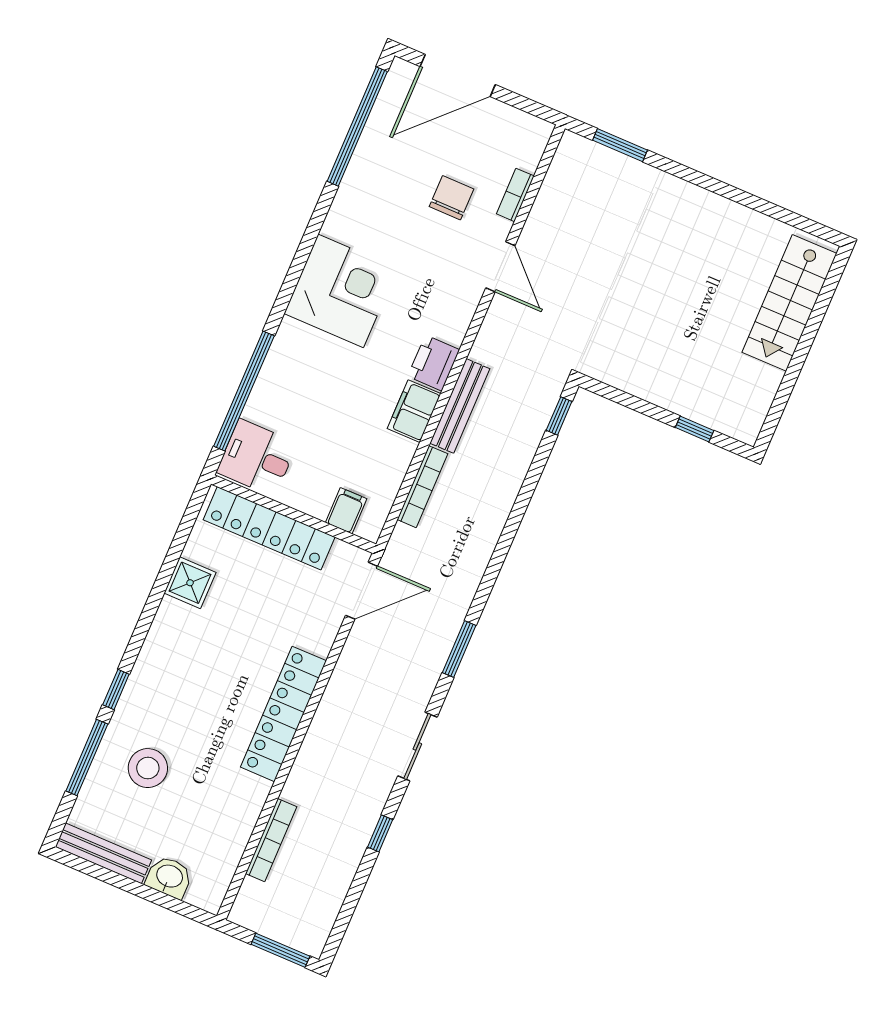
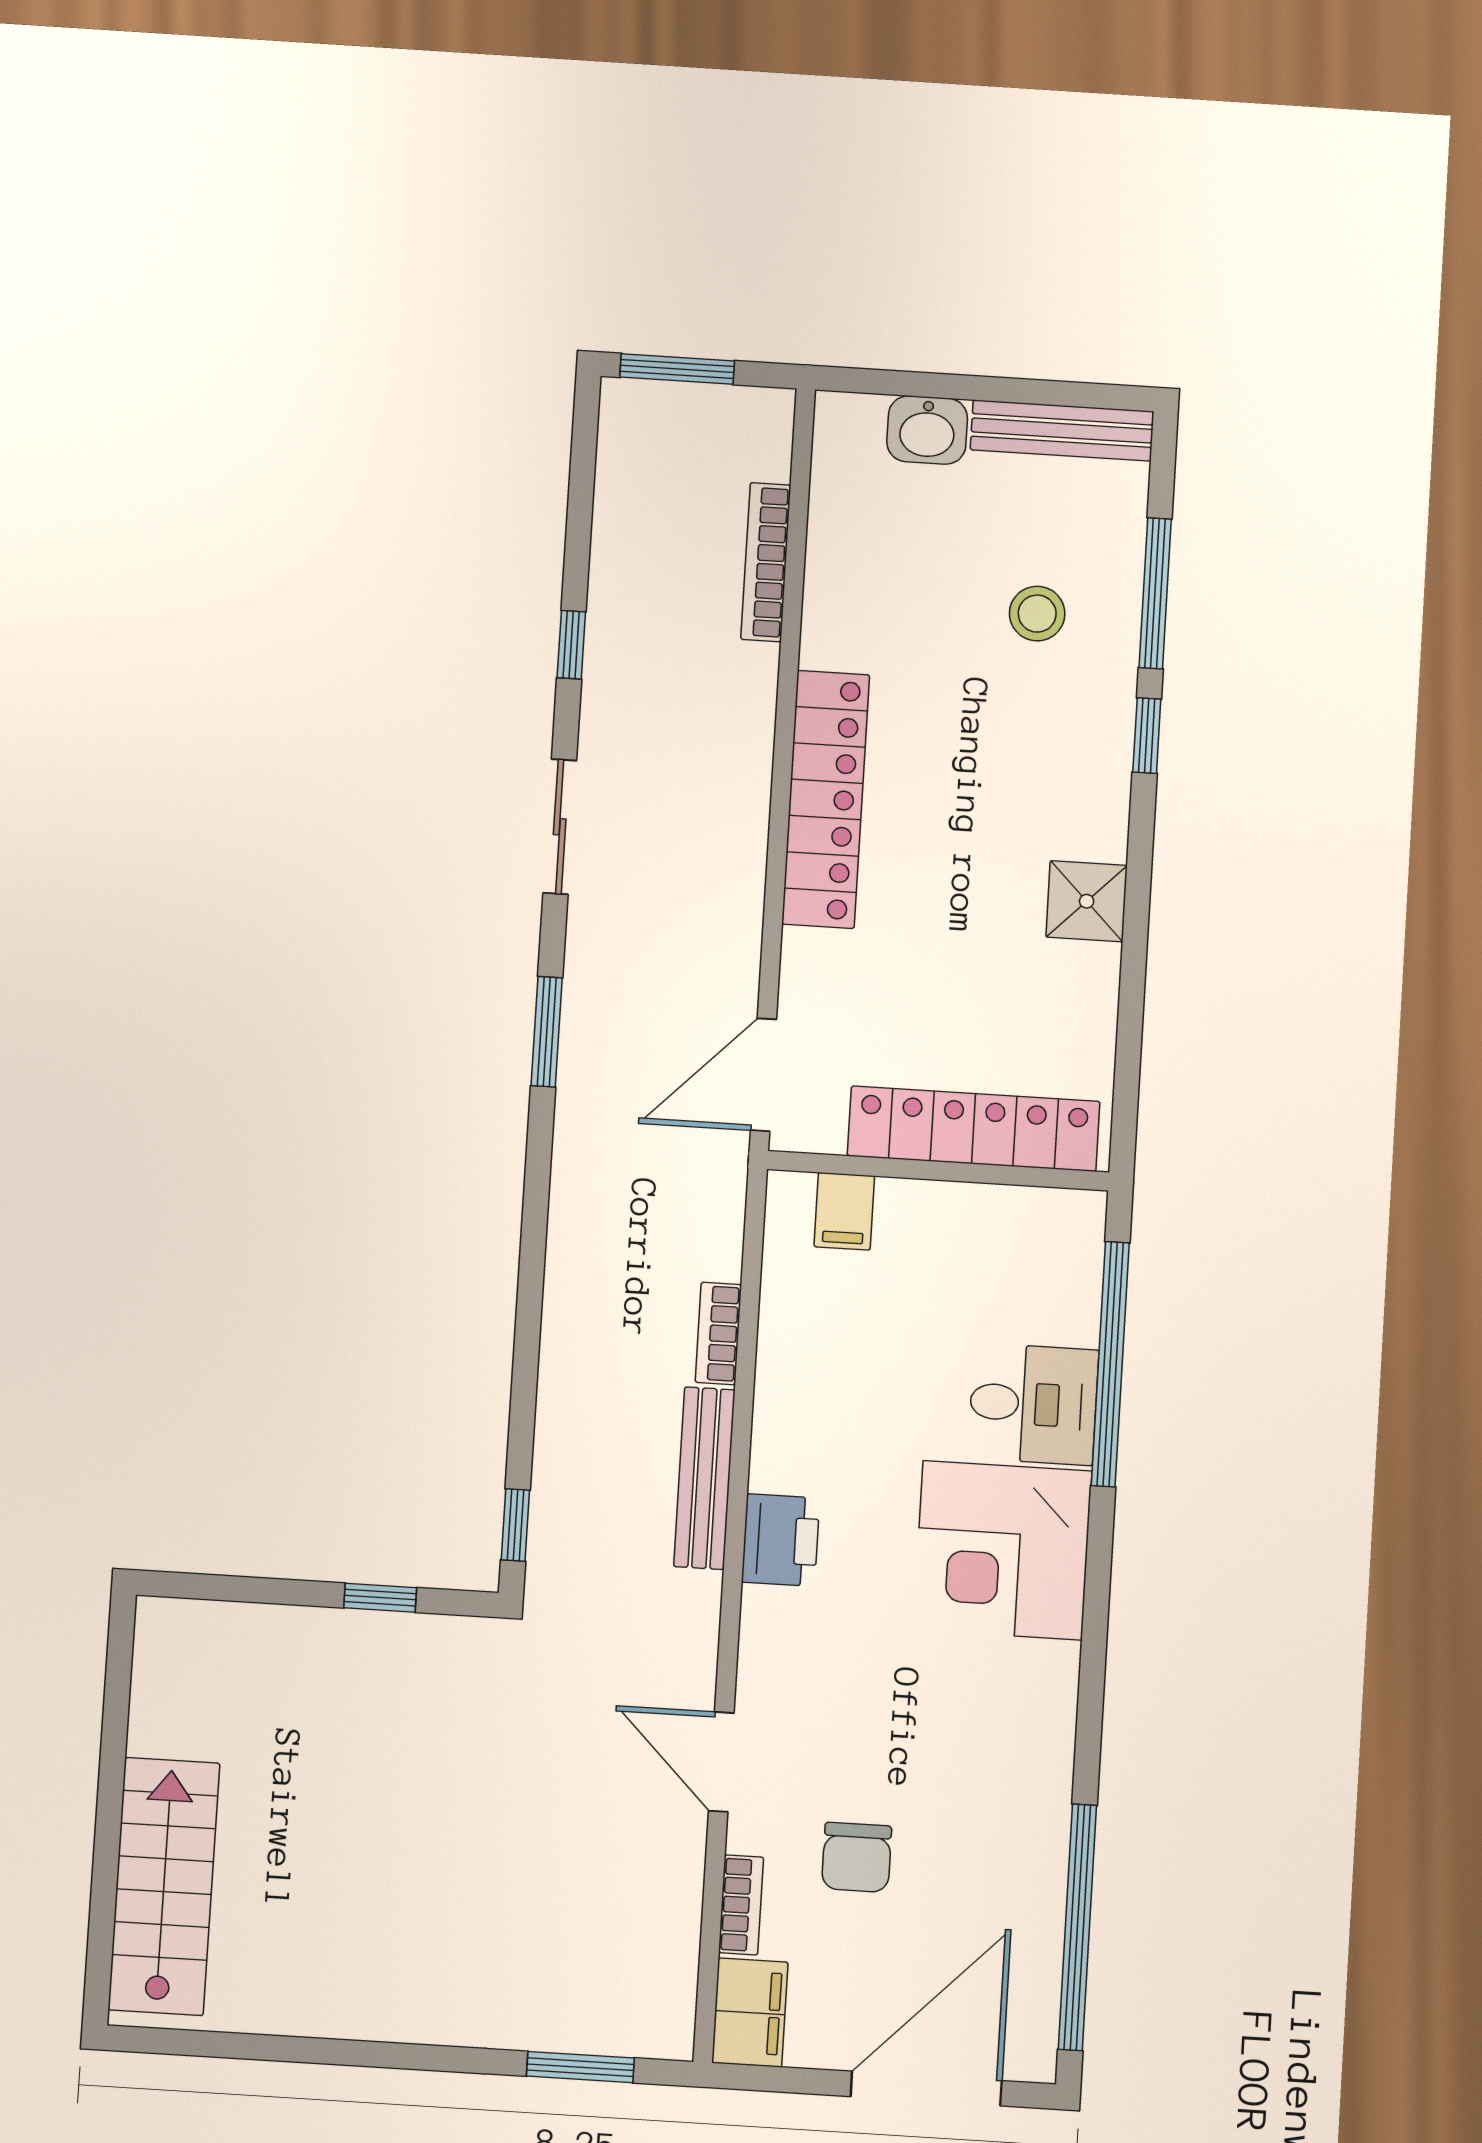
corner desk: (341, 291) -> (1003, 1550), moved
filing cabinet: (414, 411) -> (750, 2012), moved
window: (695, 429) -> (380, 1598), moved
desk: (257, 458) -> (1033, 1404), moved
bookcase: (422, 487) -> (718, 1333), width x0.64
shower: (190, 583) -> (1087, 901), moved
stool: (148, 768) -> (1037, 614), width x0.73, depth x0.73

